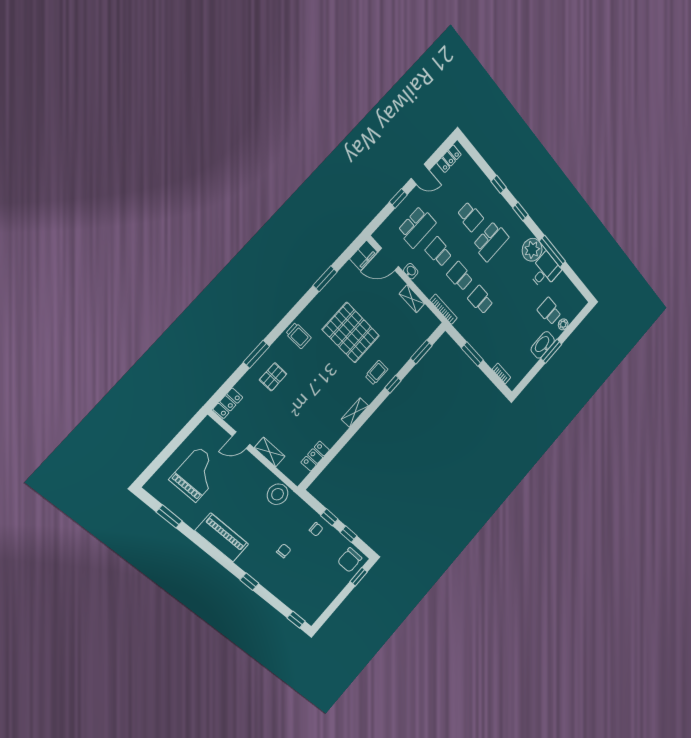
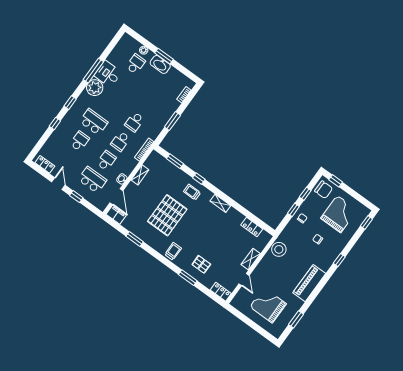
school desk: (439, 252) -> (106, 161), turned 180
school desk: (549, 311) -> (136, 64), turned 180
grand piano: (314, 581) -> (339, 214), added

